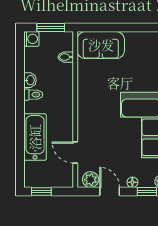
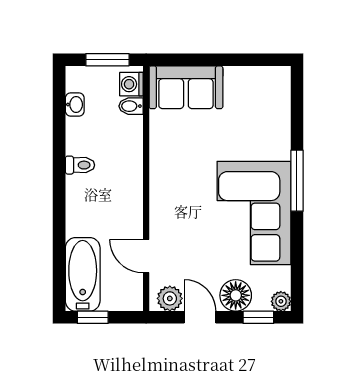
washing machine: (31, 39) -> (131, 84), moved, turned 180
washbasin: (30, 80) -> (75, 105), moved
bathtub: (35, 137) -> (83, 274), moved
floor lamp: (132, 182) -> (236, 295), width x1.89, depth x1.89

